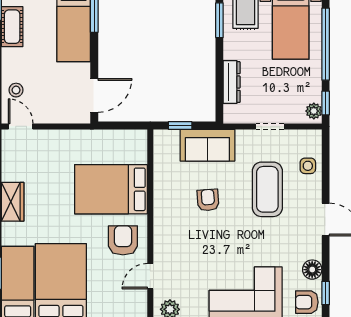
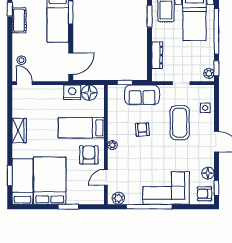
nightstand: (97, 141) -> (72, 92), added
floor lamp: (124, 142) -> (89, 93), added
bed: (111, 189) -> (81, 128), width x0.67
plant: (161, 225) -> (112, 145), added

